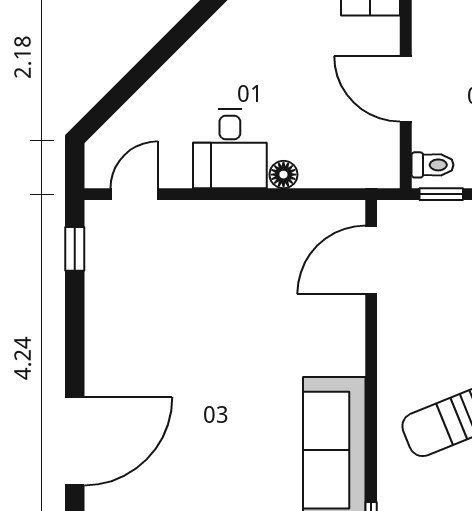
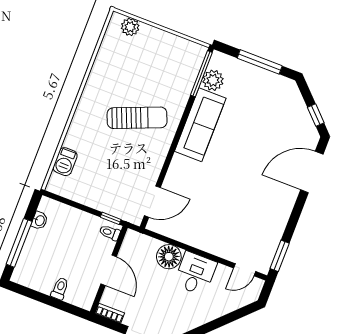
floor lamp: (283, 175) -> (169, 257), width x1.89, depth x1.89
window: (75, 249) -> (280, 256), width x1.50

